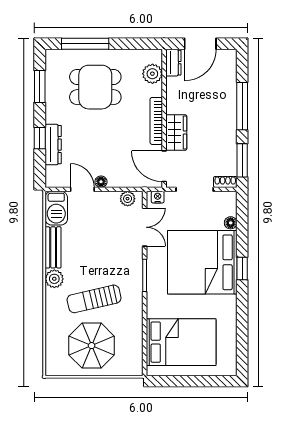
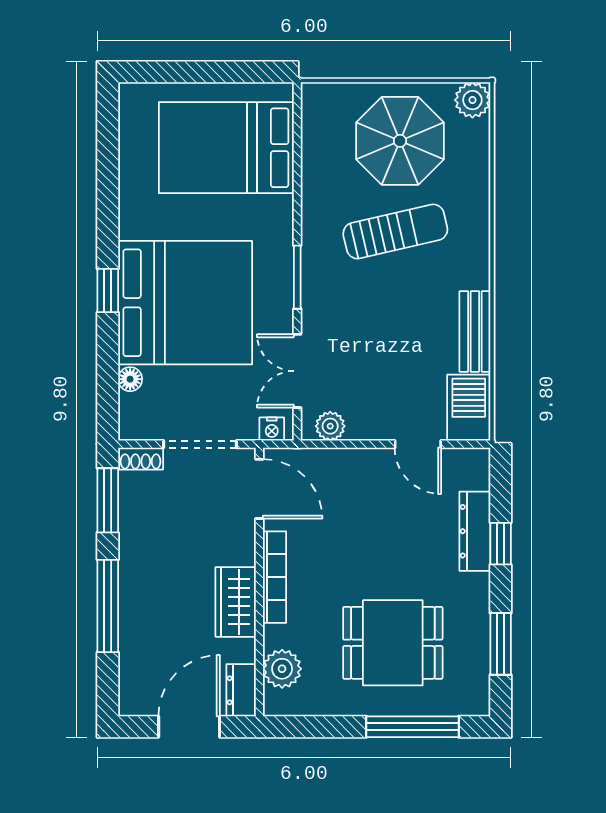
wardrobe: (176, 133) -> (236, 602), moved
floor lamp: (101, 182) -> (382, 459), removed
plant: (54, 279) -> (472, 100), moved

